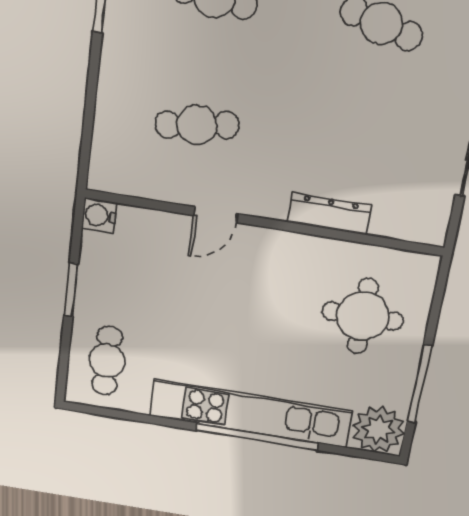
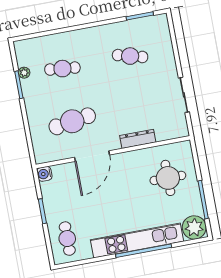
cafe table: (197, 125) -> (72, 121), width x1.37, depth x1.35
door: (216, 215) -> (92, 156), width x1.87

